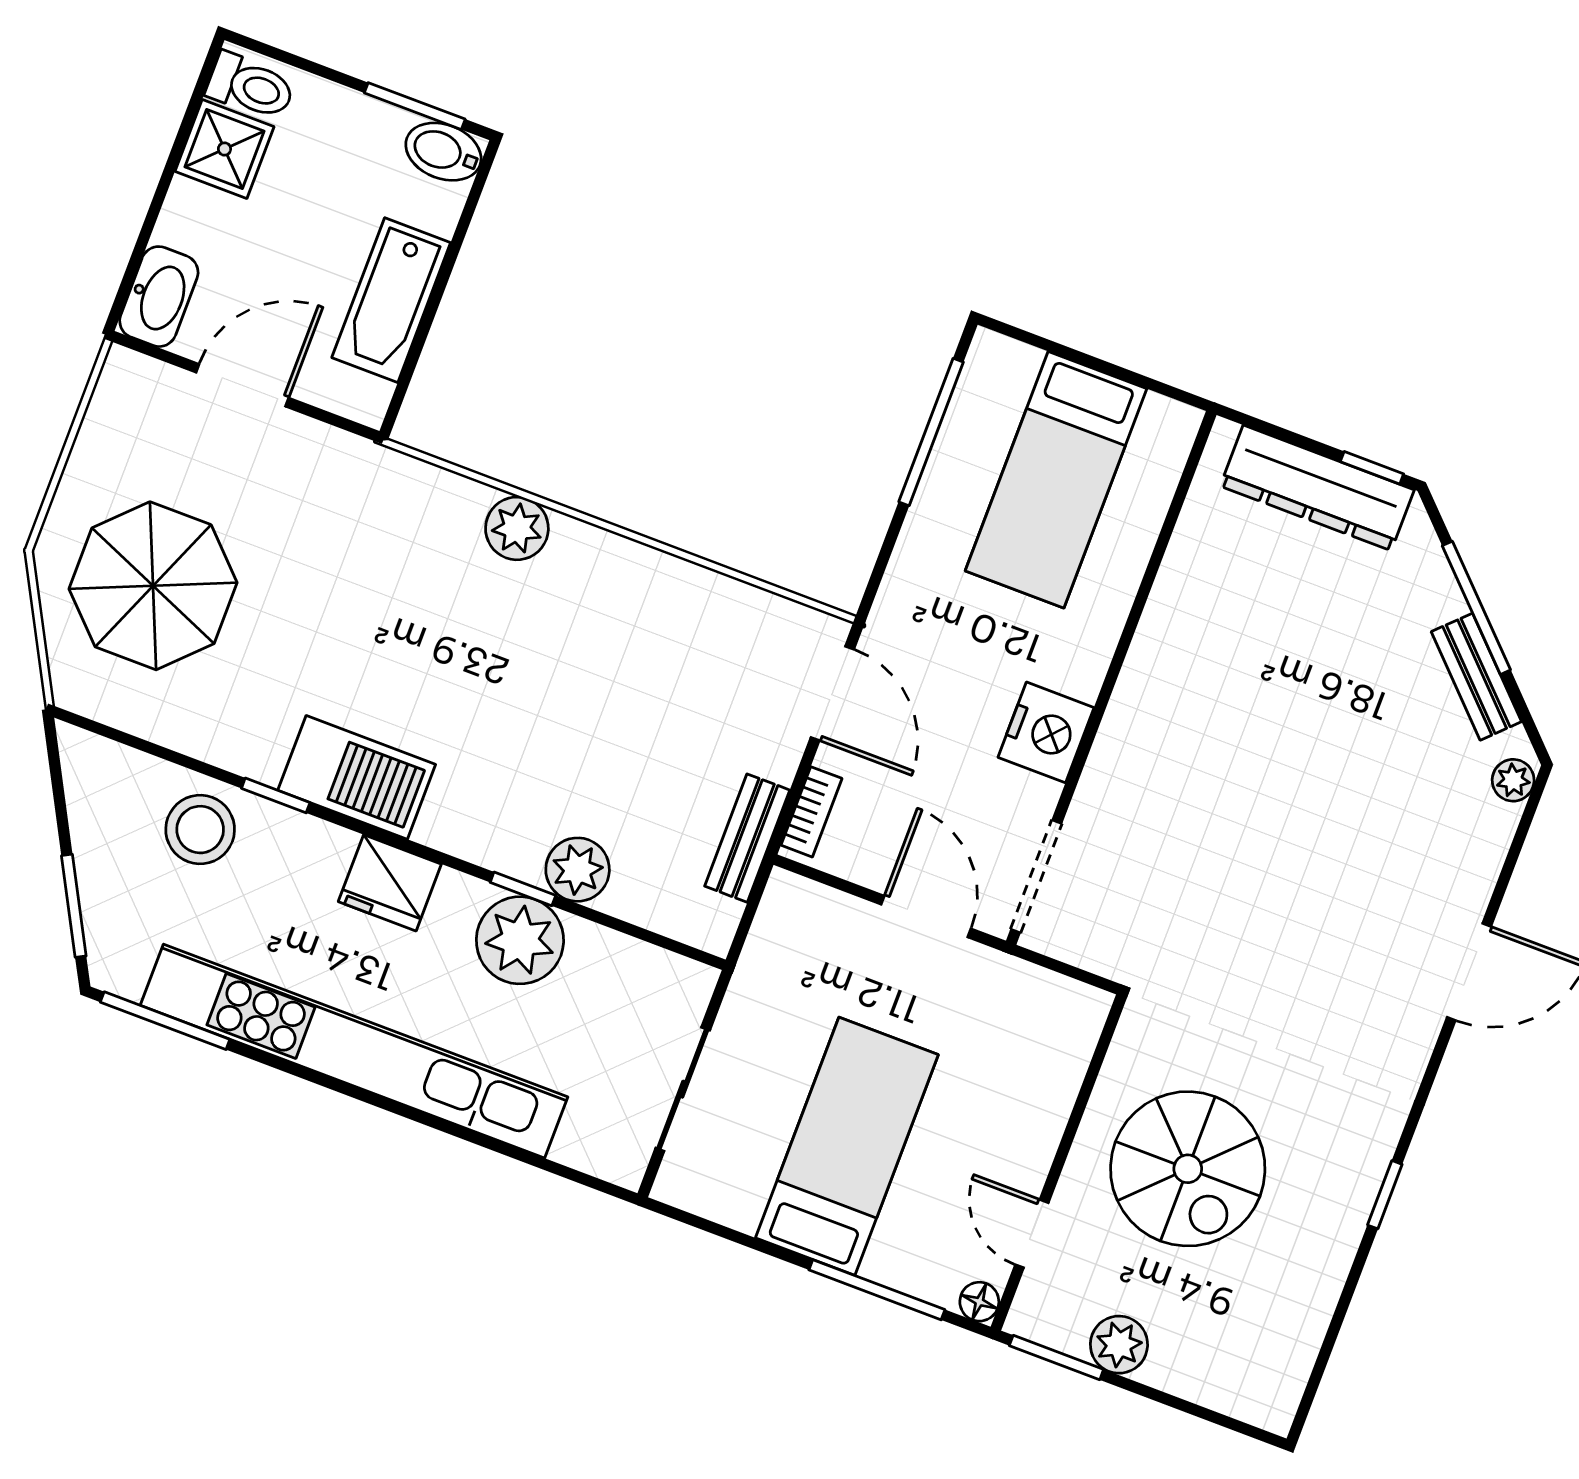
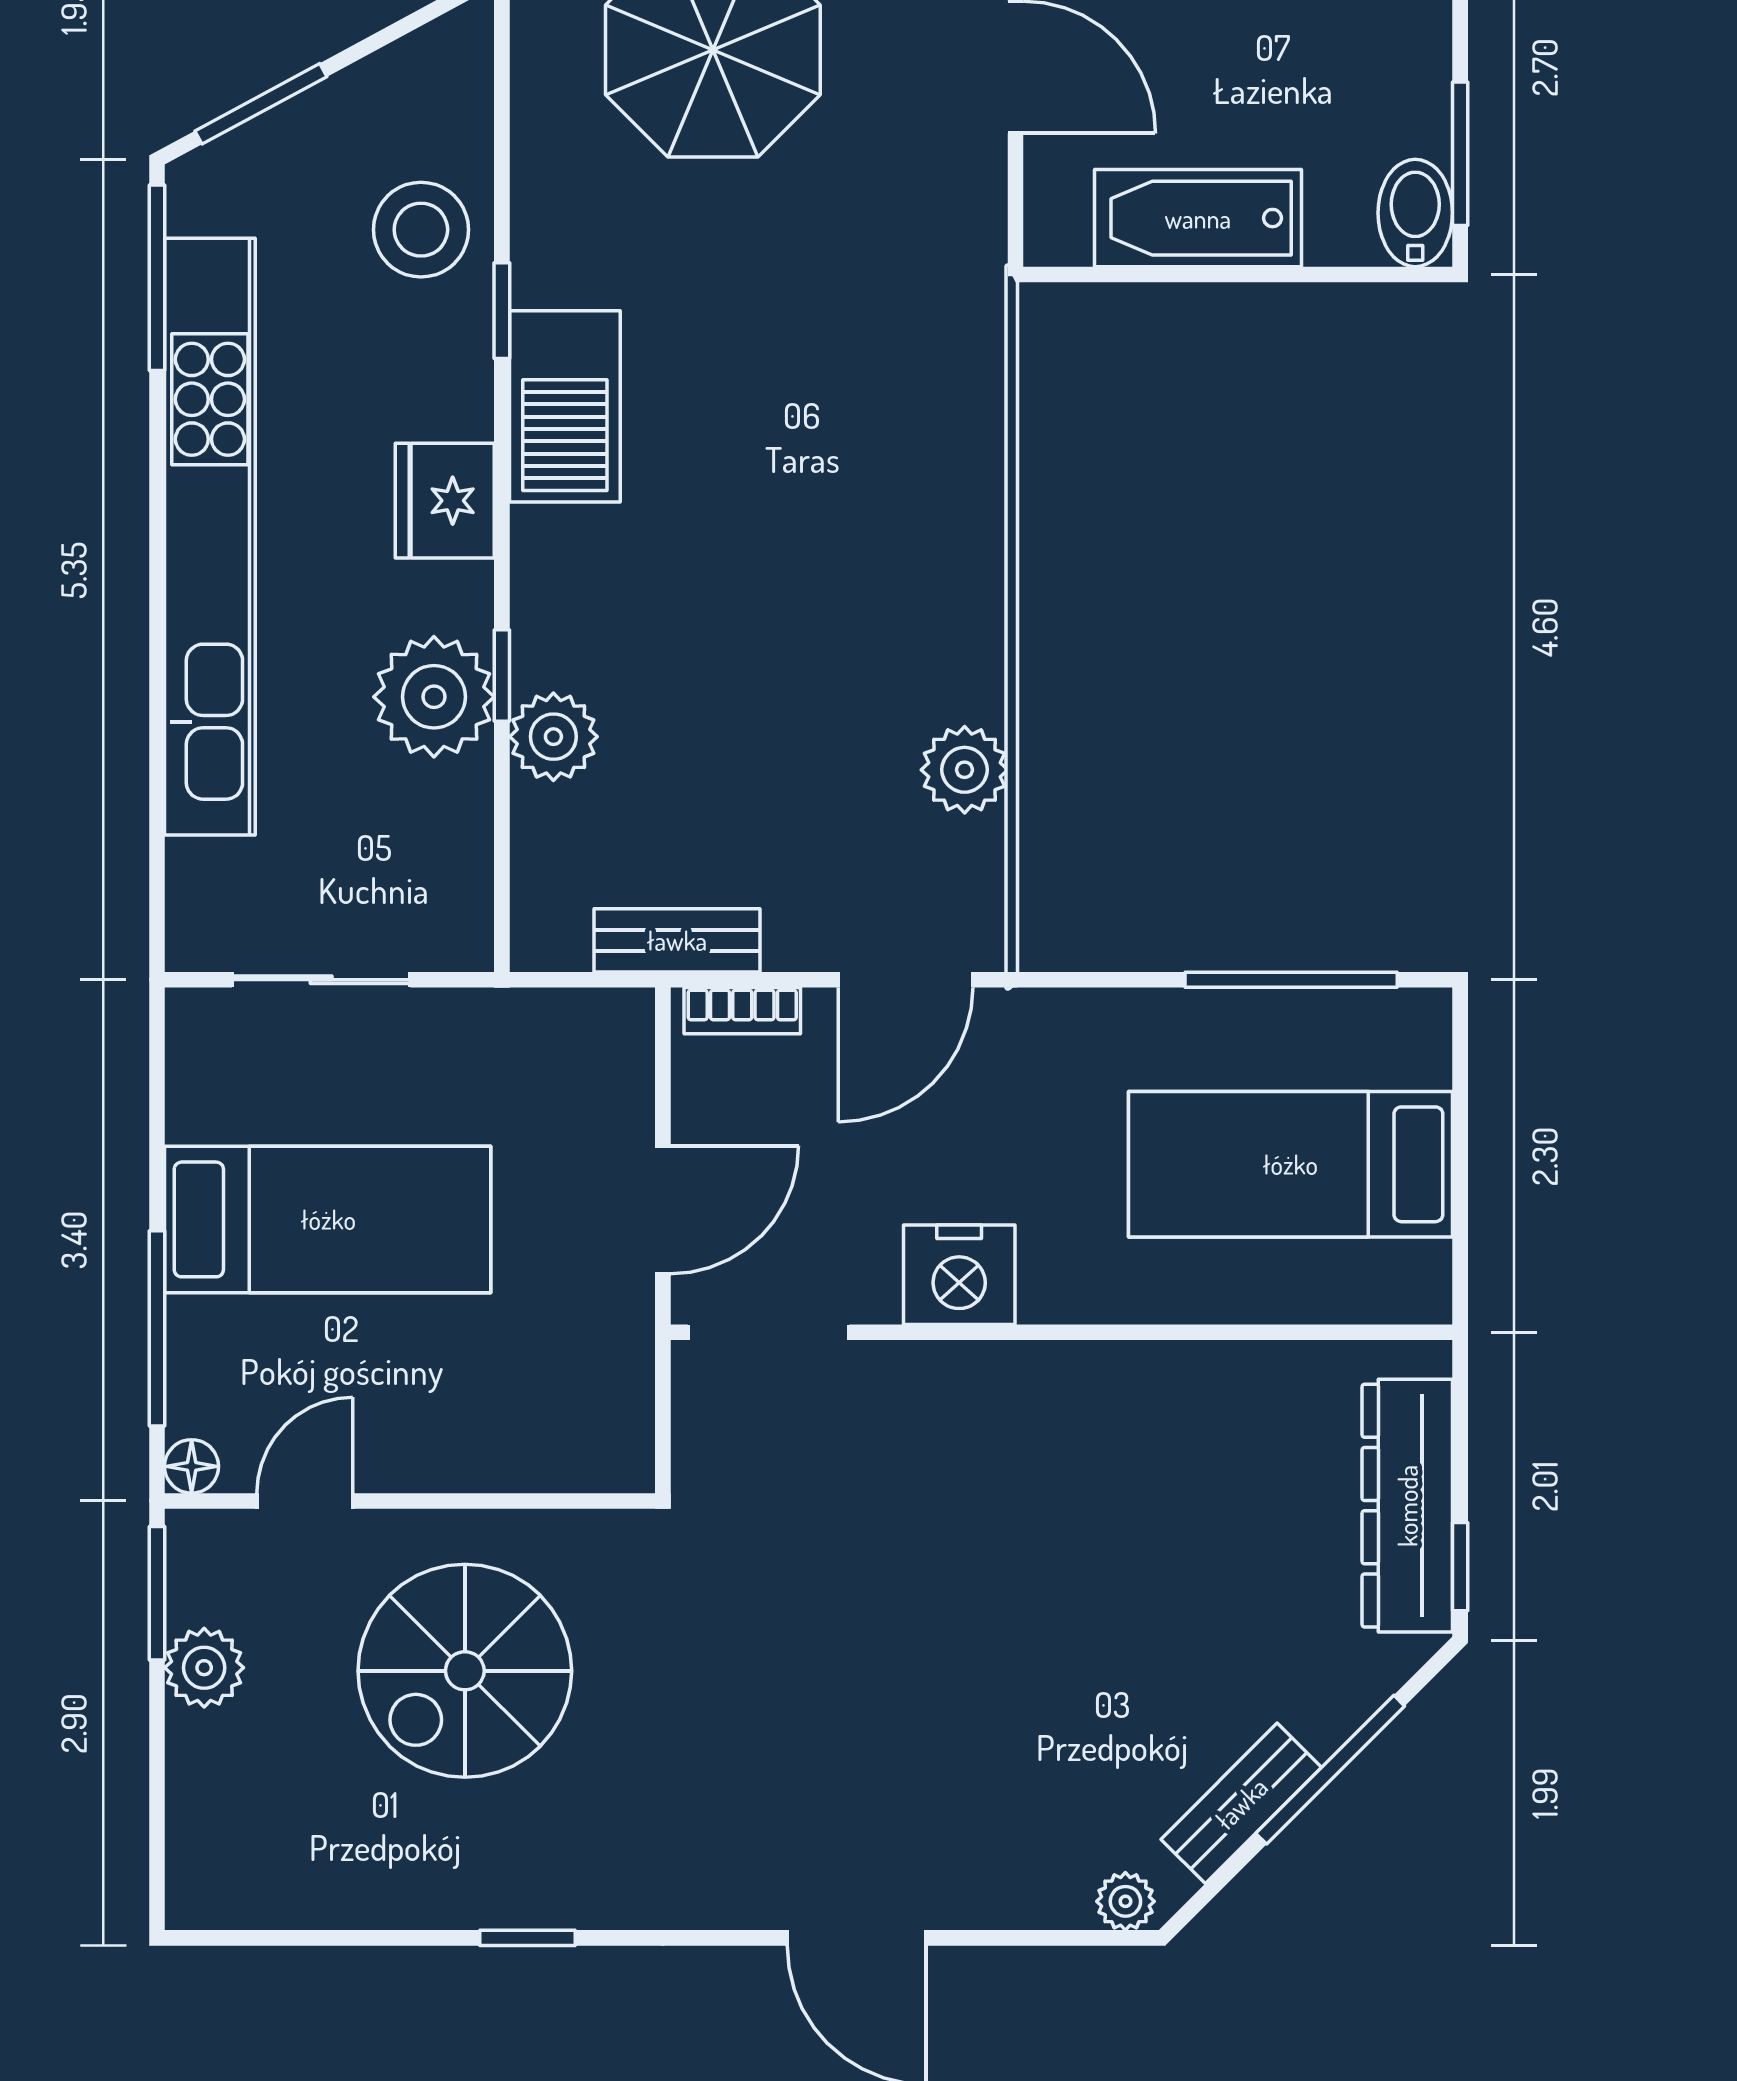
plant: (517, 528) -> (965, 770), moved

